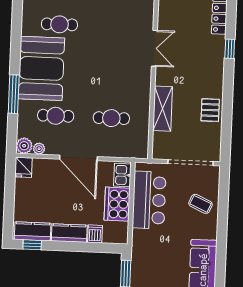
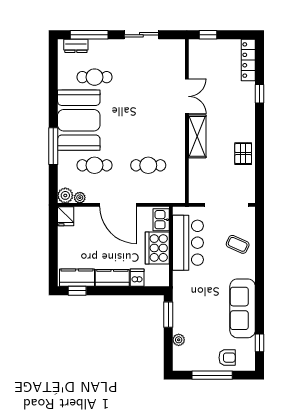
shelving: (163, 109) -> (197, 136), moved

